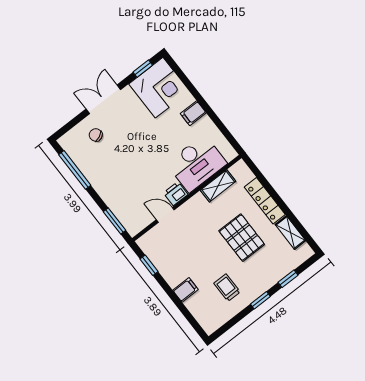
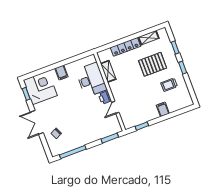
pallet: (242, 238) -> (153, 64), moved

